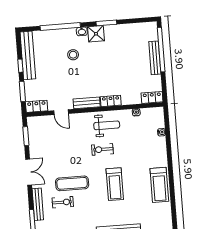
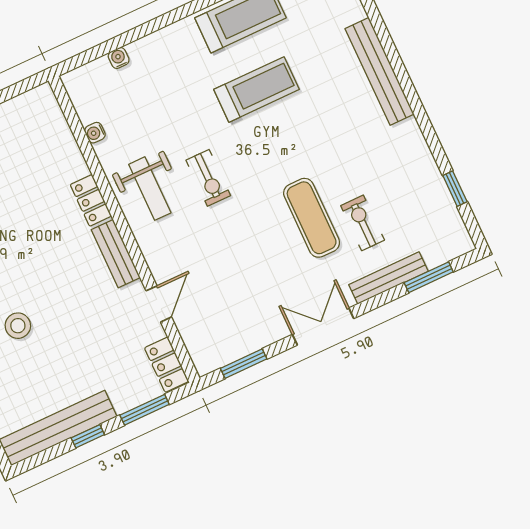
locker: (152, 97) -> (48, 109), removed
weight bench: (107, 125) -> (150, 189), turned 180
treadmill: (115, 184) -> (256, 89), moved

